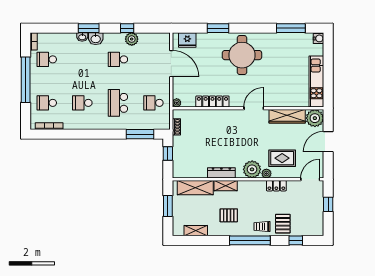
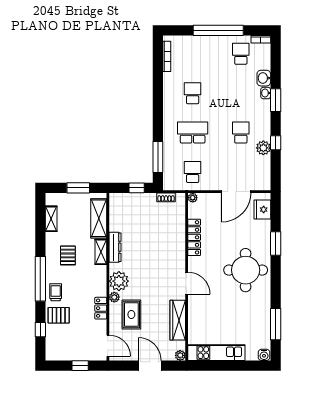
washbasin: (96, 39) -> (264, 78), moved
school desk: (47, 103) -> (193, 54), removed
plant: (315, 118) -> (180, 355), width x0.53, depth x0.53

